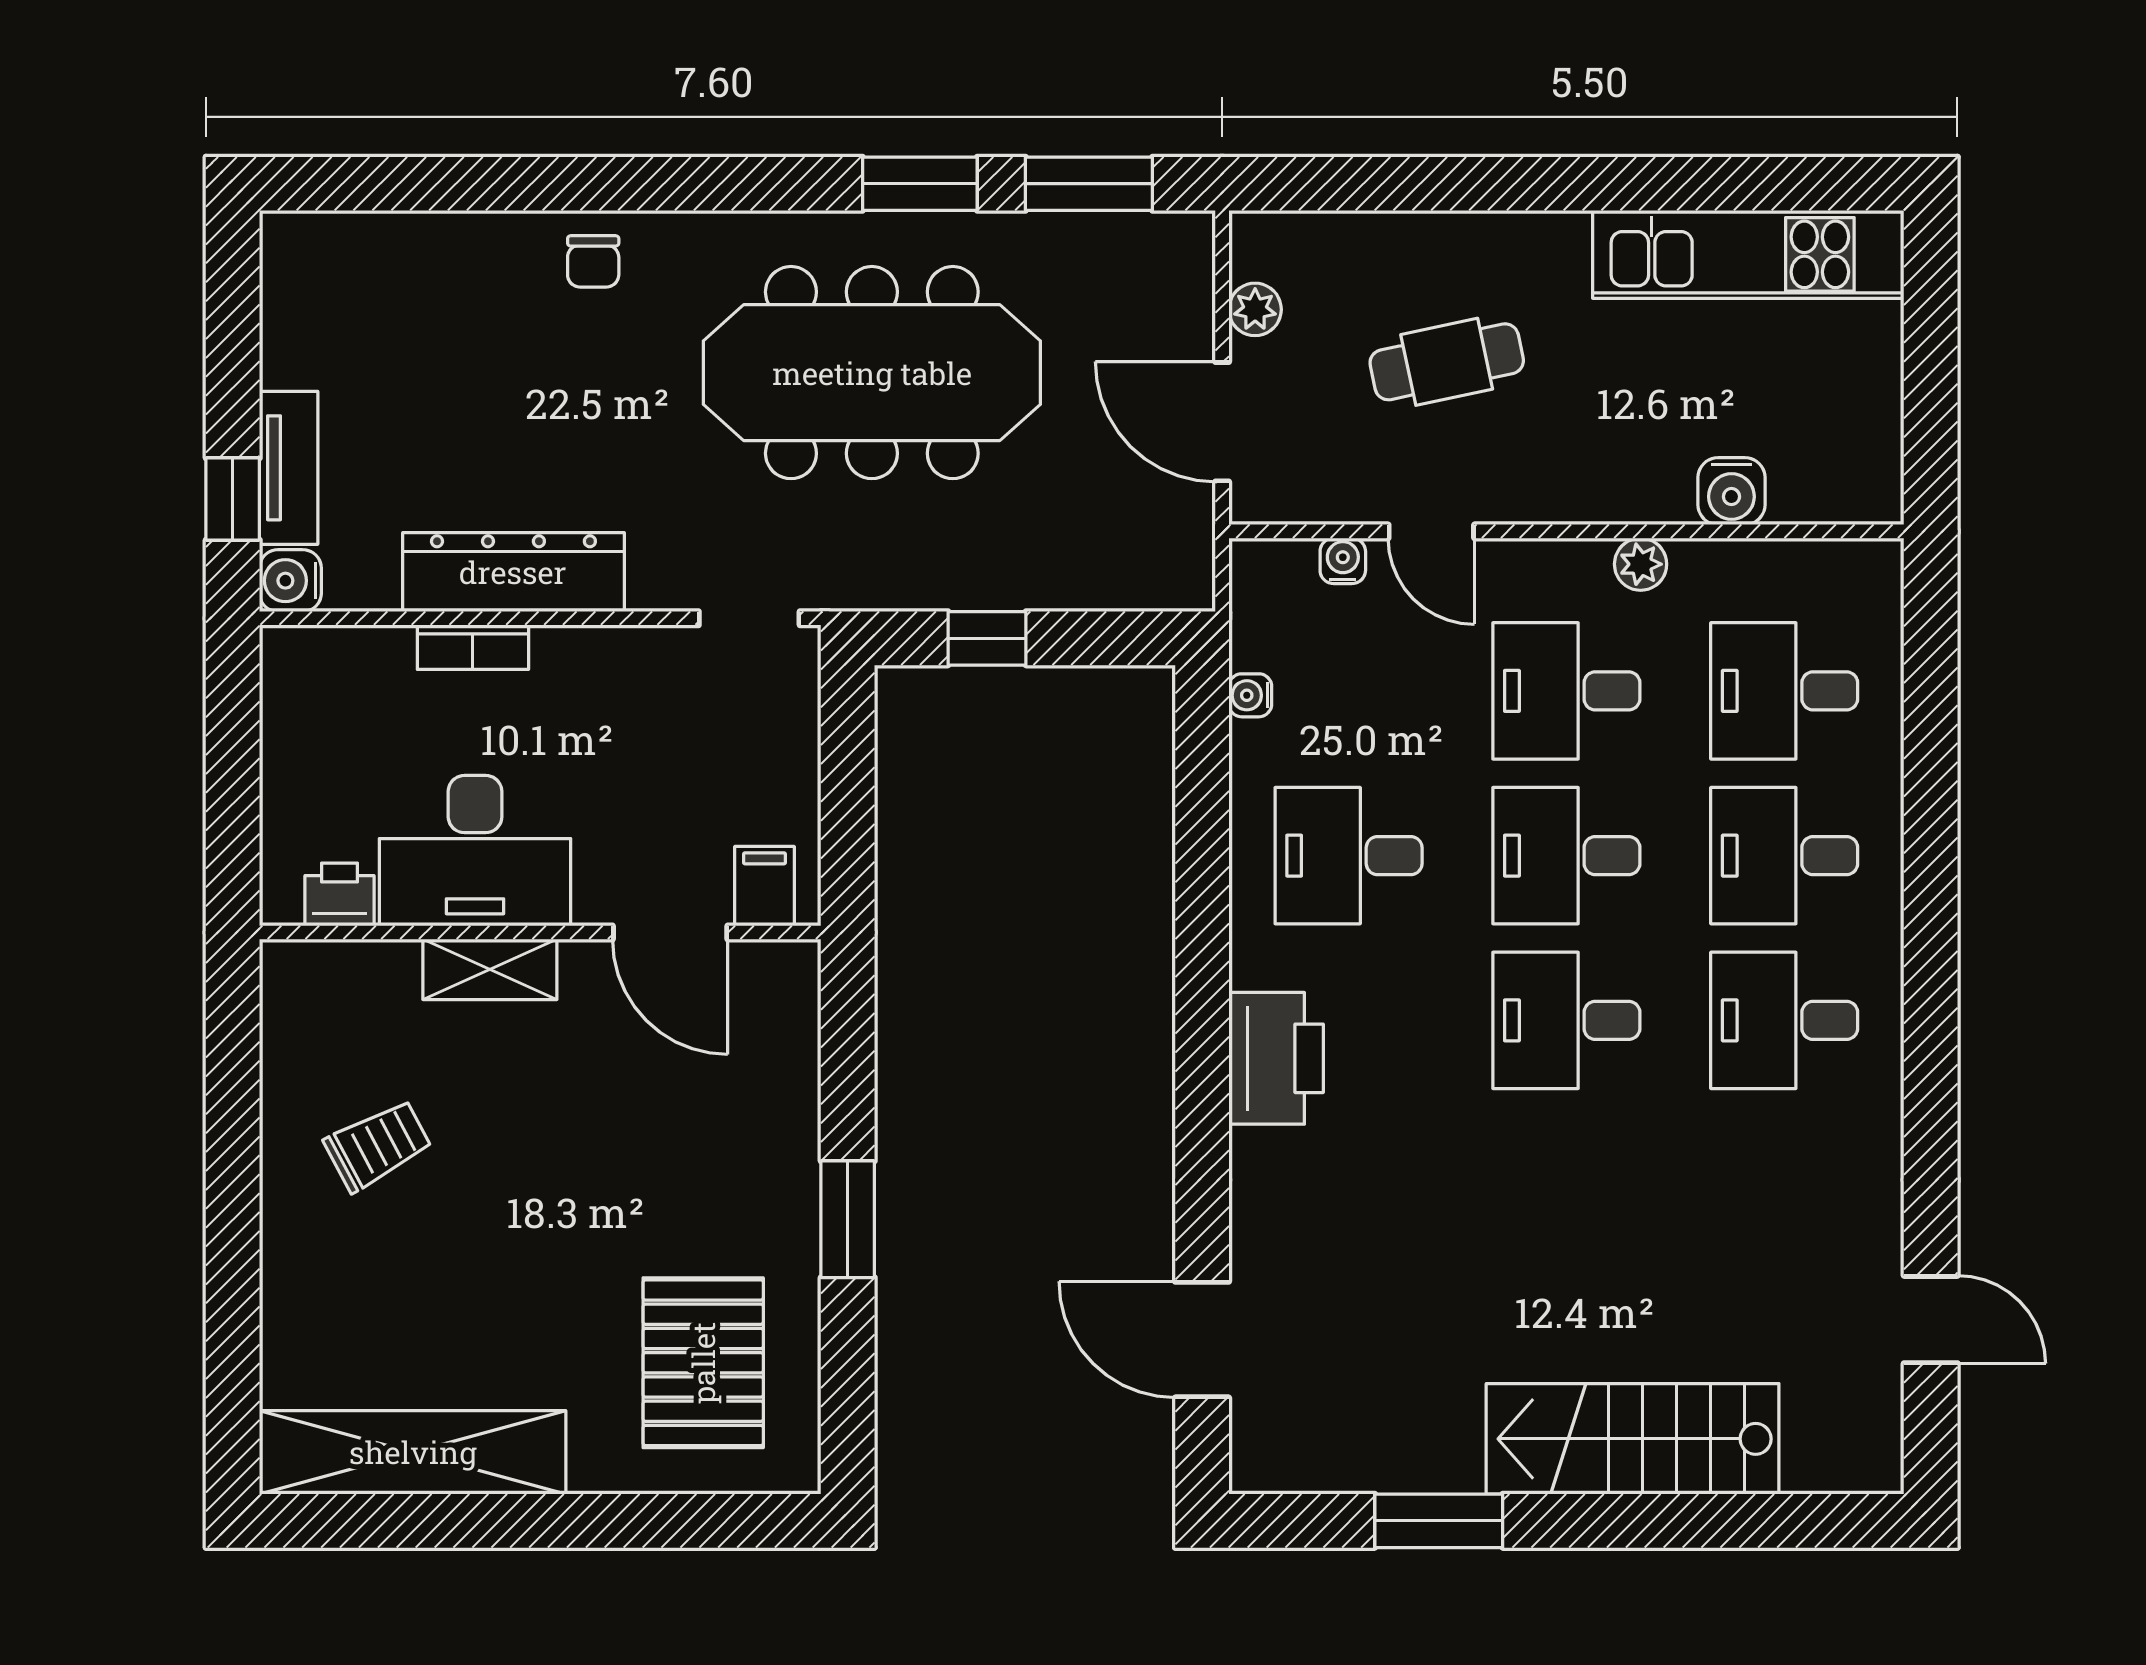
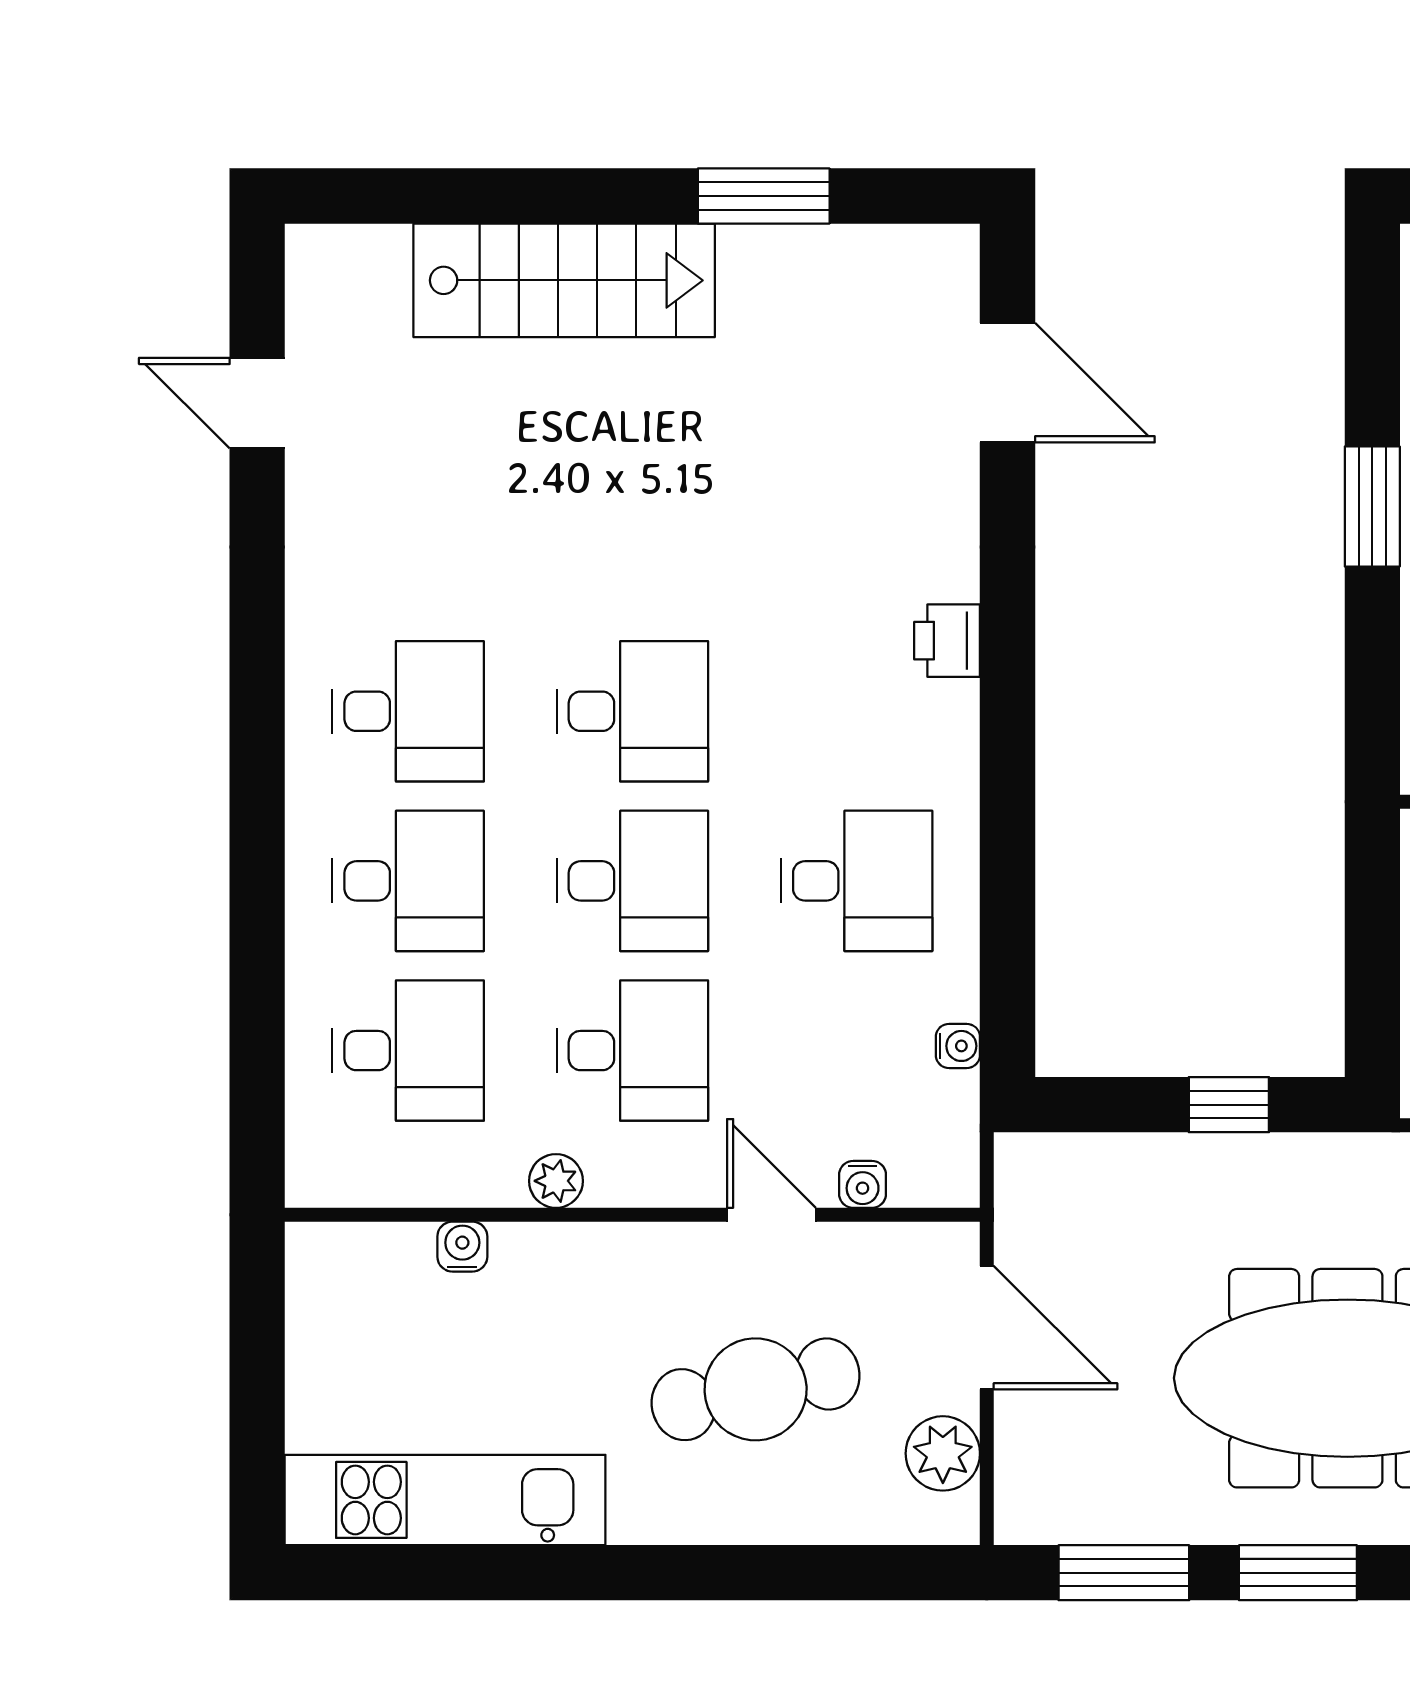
plant: (1255, 309) -> (943, 1453), width x1.38, depth x1.38
cafe table: (1447, 362) -> (756, 1389), width x1.37, depth x1.35
water cooler: (1731, 491) -> (462, 1247), width x0.72, depth x0.72
printer: (1276, 1058) -> (947, 641), width x0.53, depth x0.68

